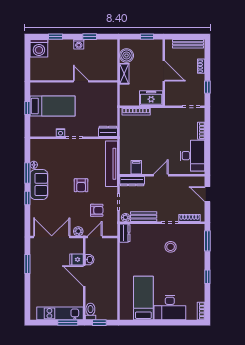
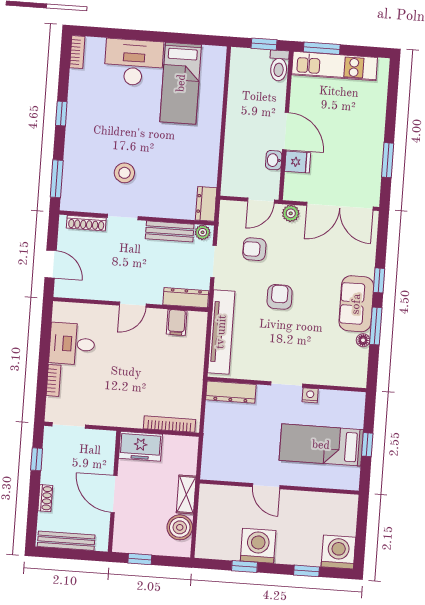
washing machine: (79, 44) -> (258, 546), width x1.89, depth x1.89
dresser: (108, 131) -> (231, 392), width x1.44
desk: (192, 156) -> (72, 344), width x0.73

